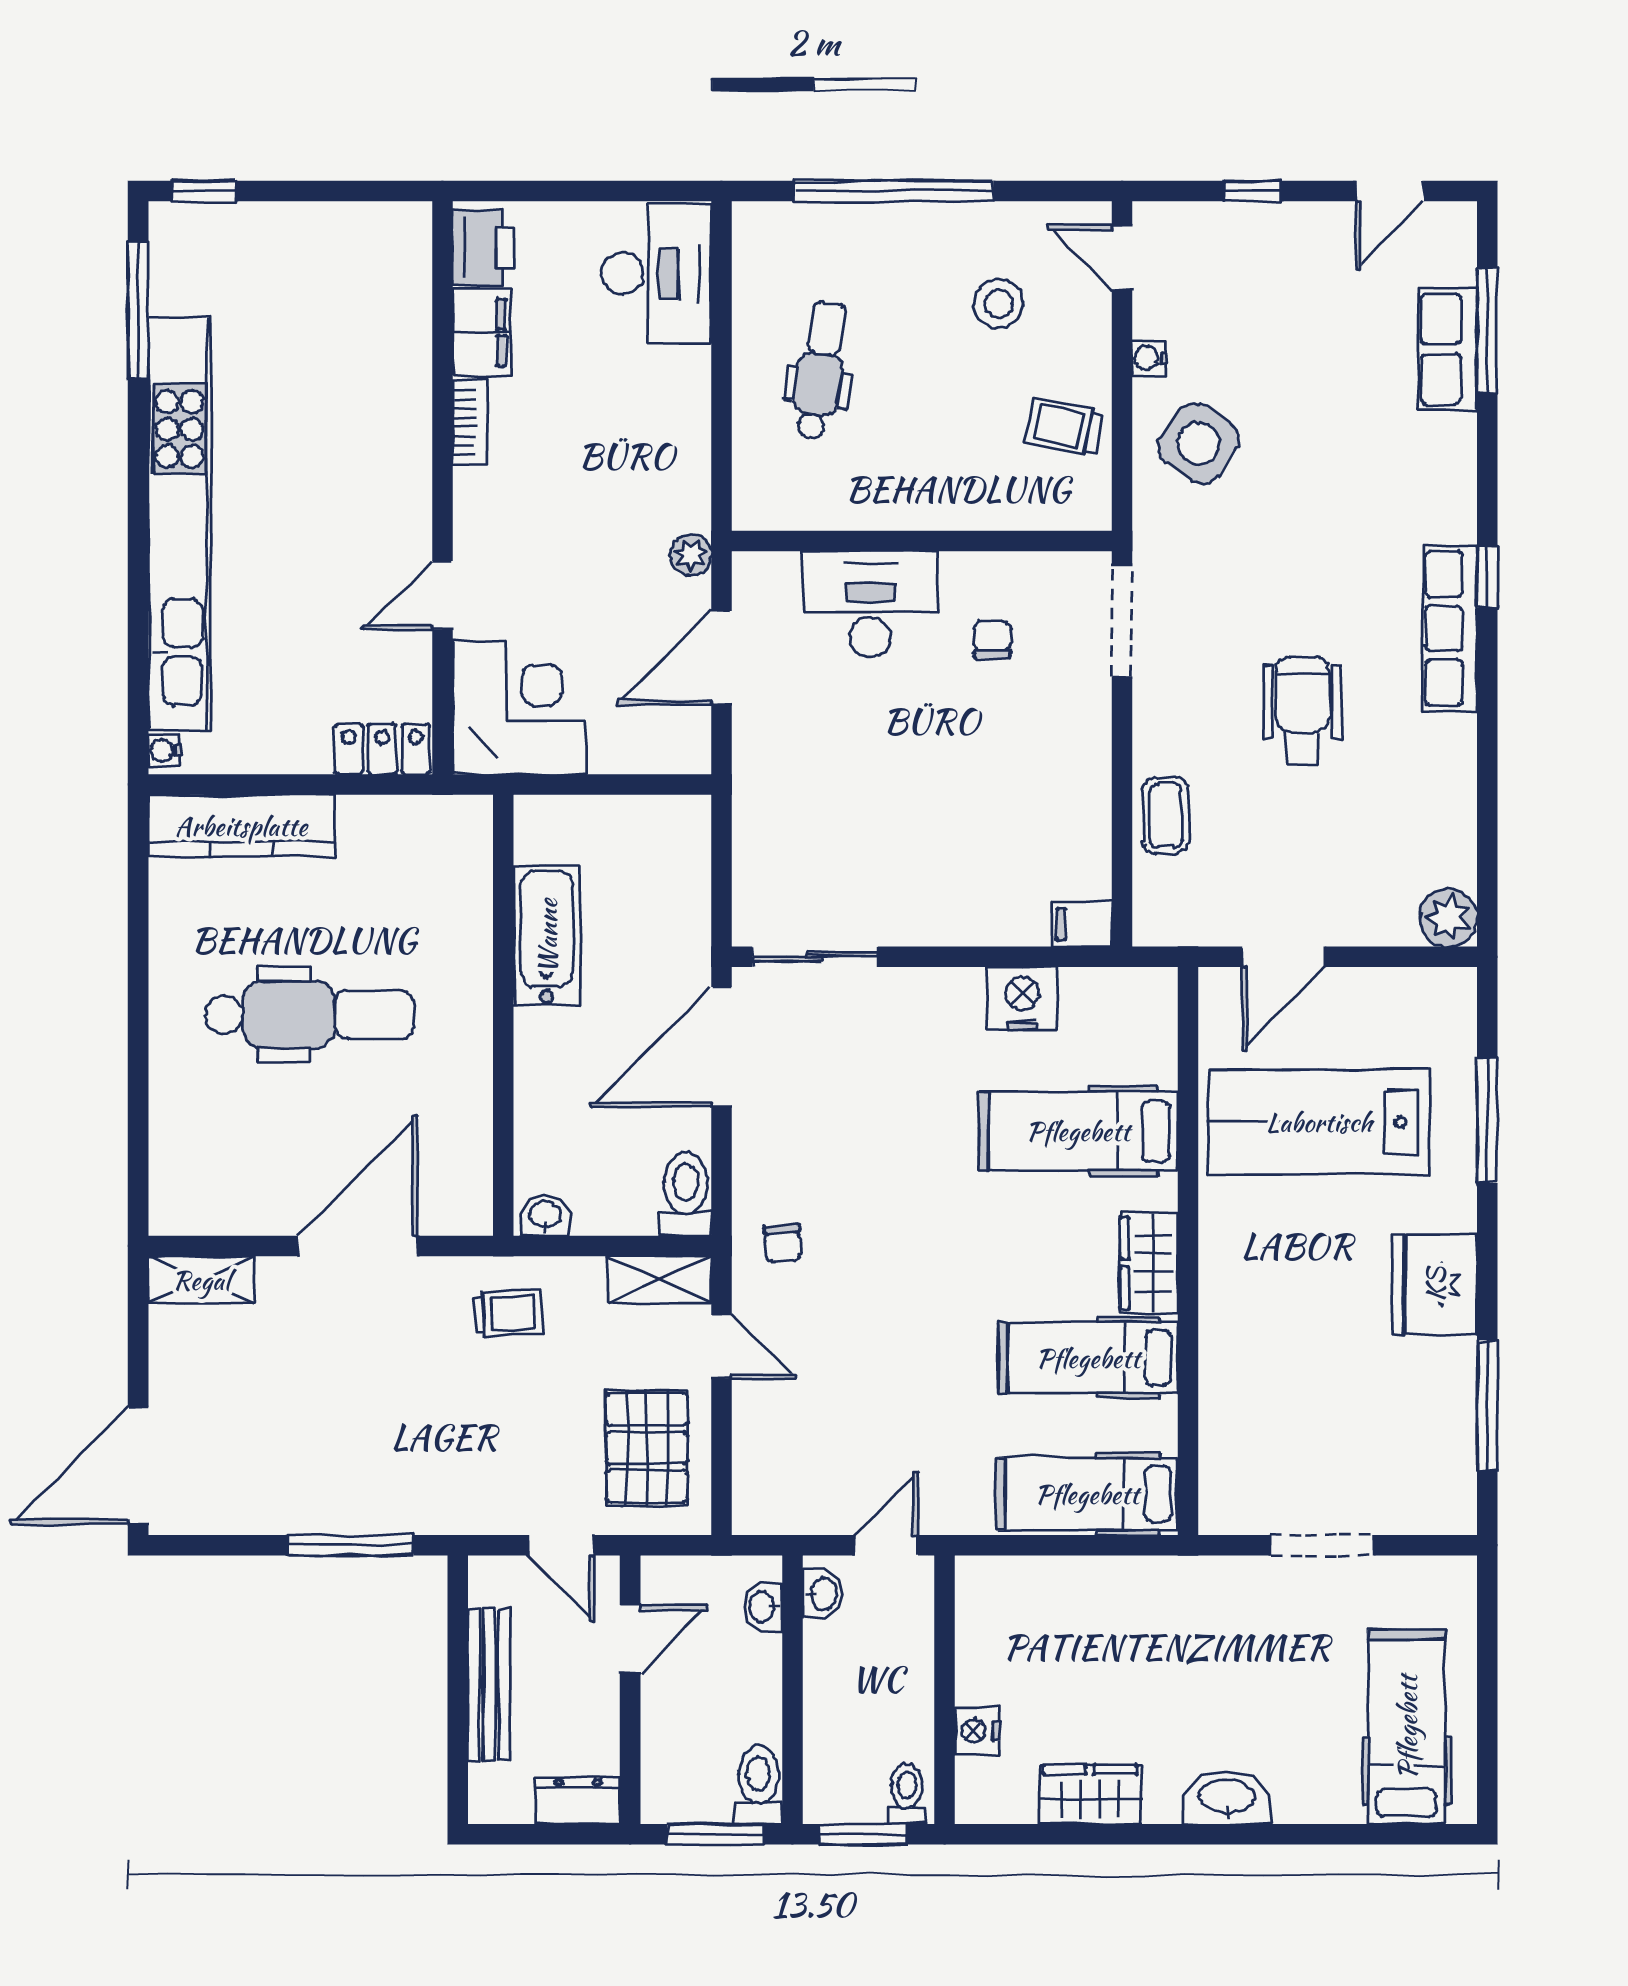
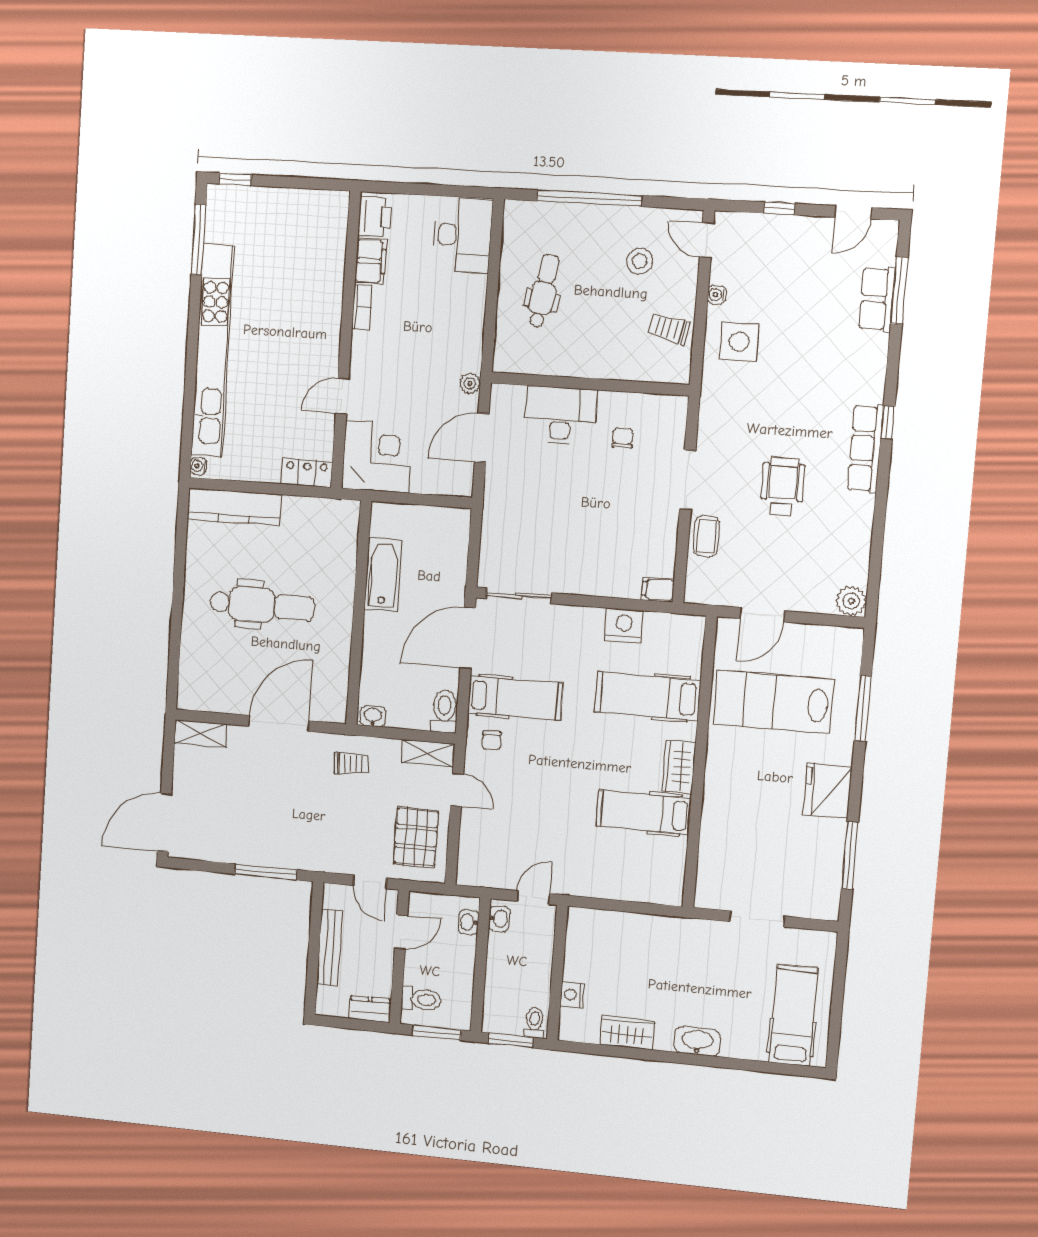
side table: (1199, 443) -> (739, 342), turned -34
doorway: (1122, 620) -> (688, 480), moved
hospital bed: (1087, 1494) -> (515, 698), moved, turned 180
toilet: (758, 1785) -> (421, 999), moved, turned 90

